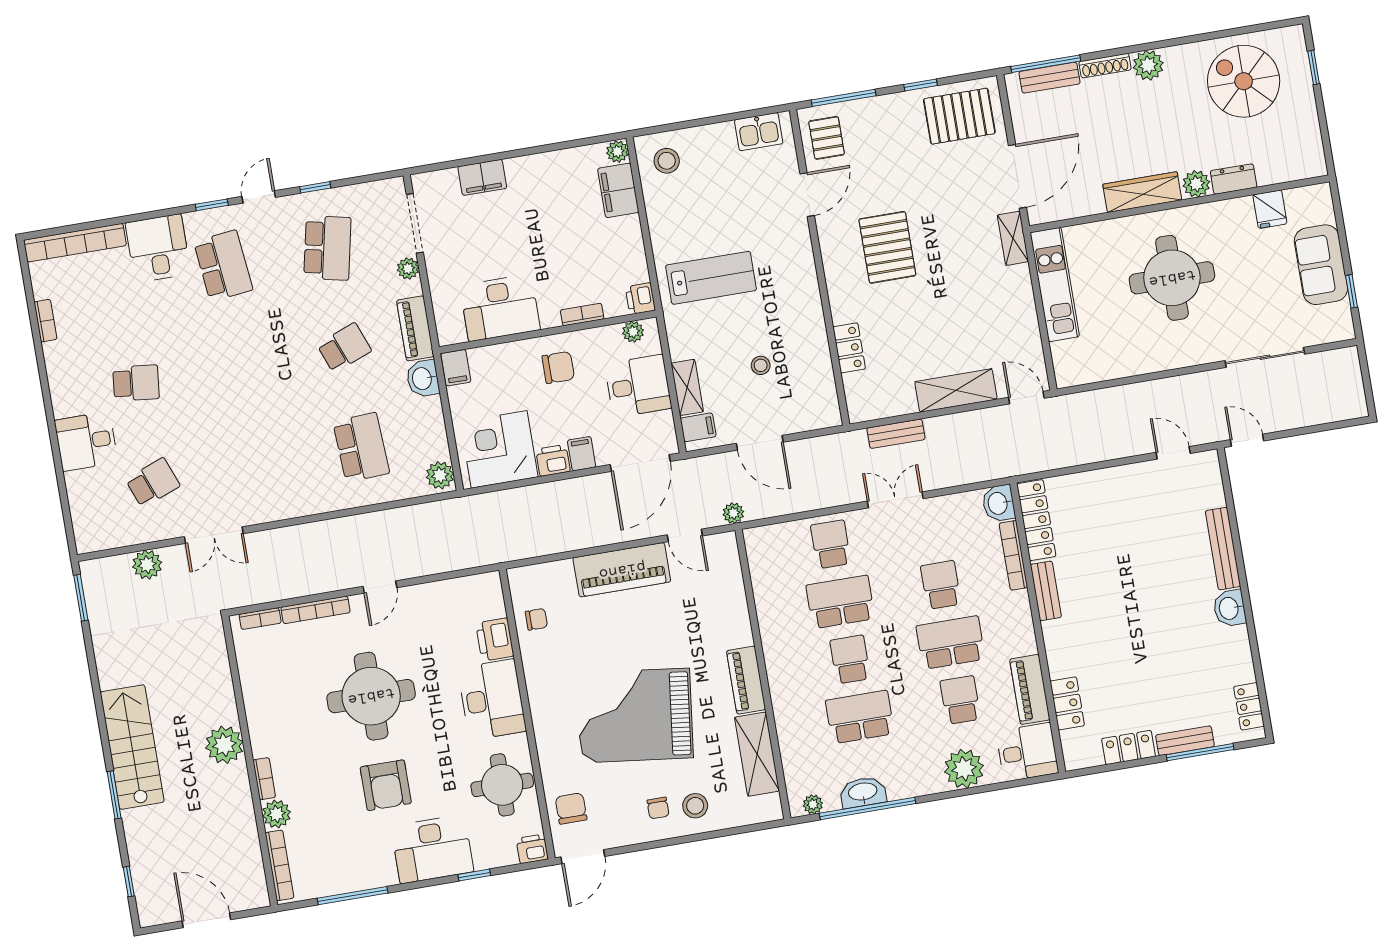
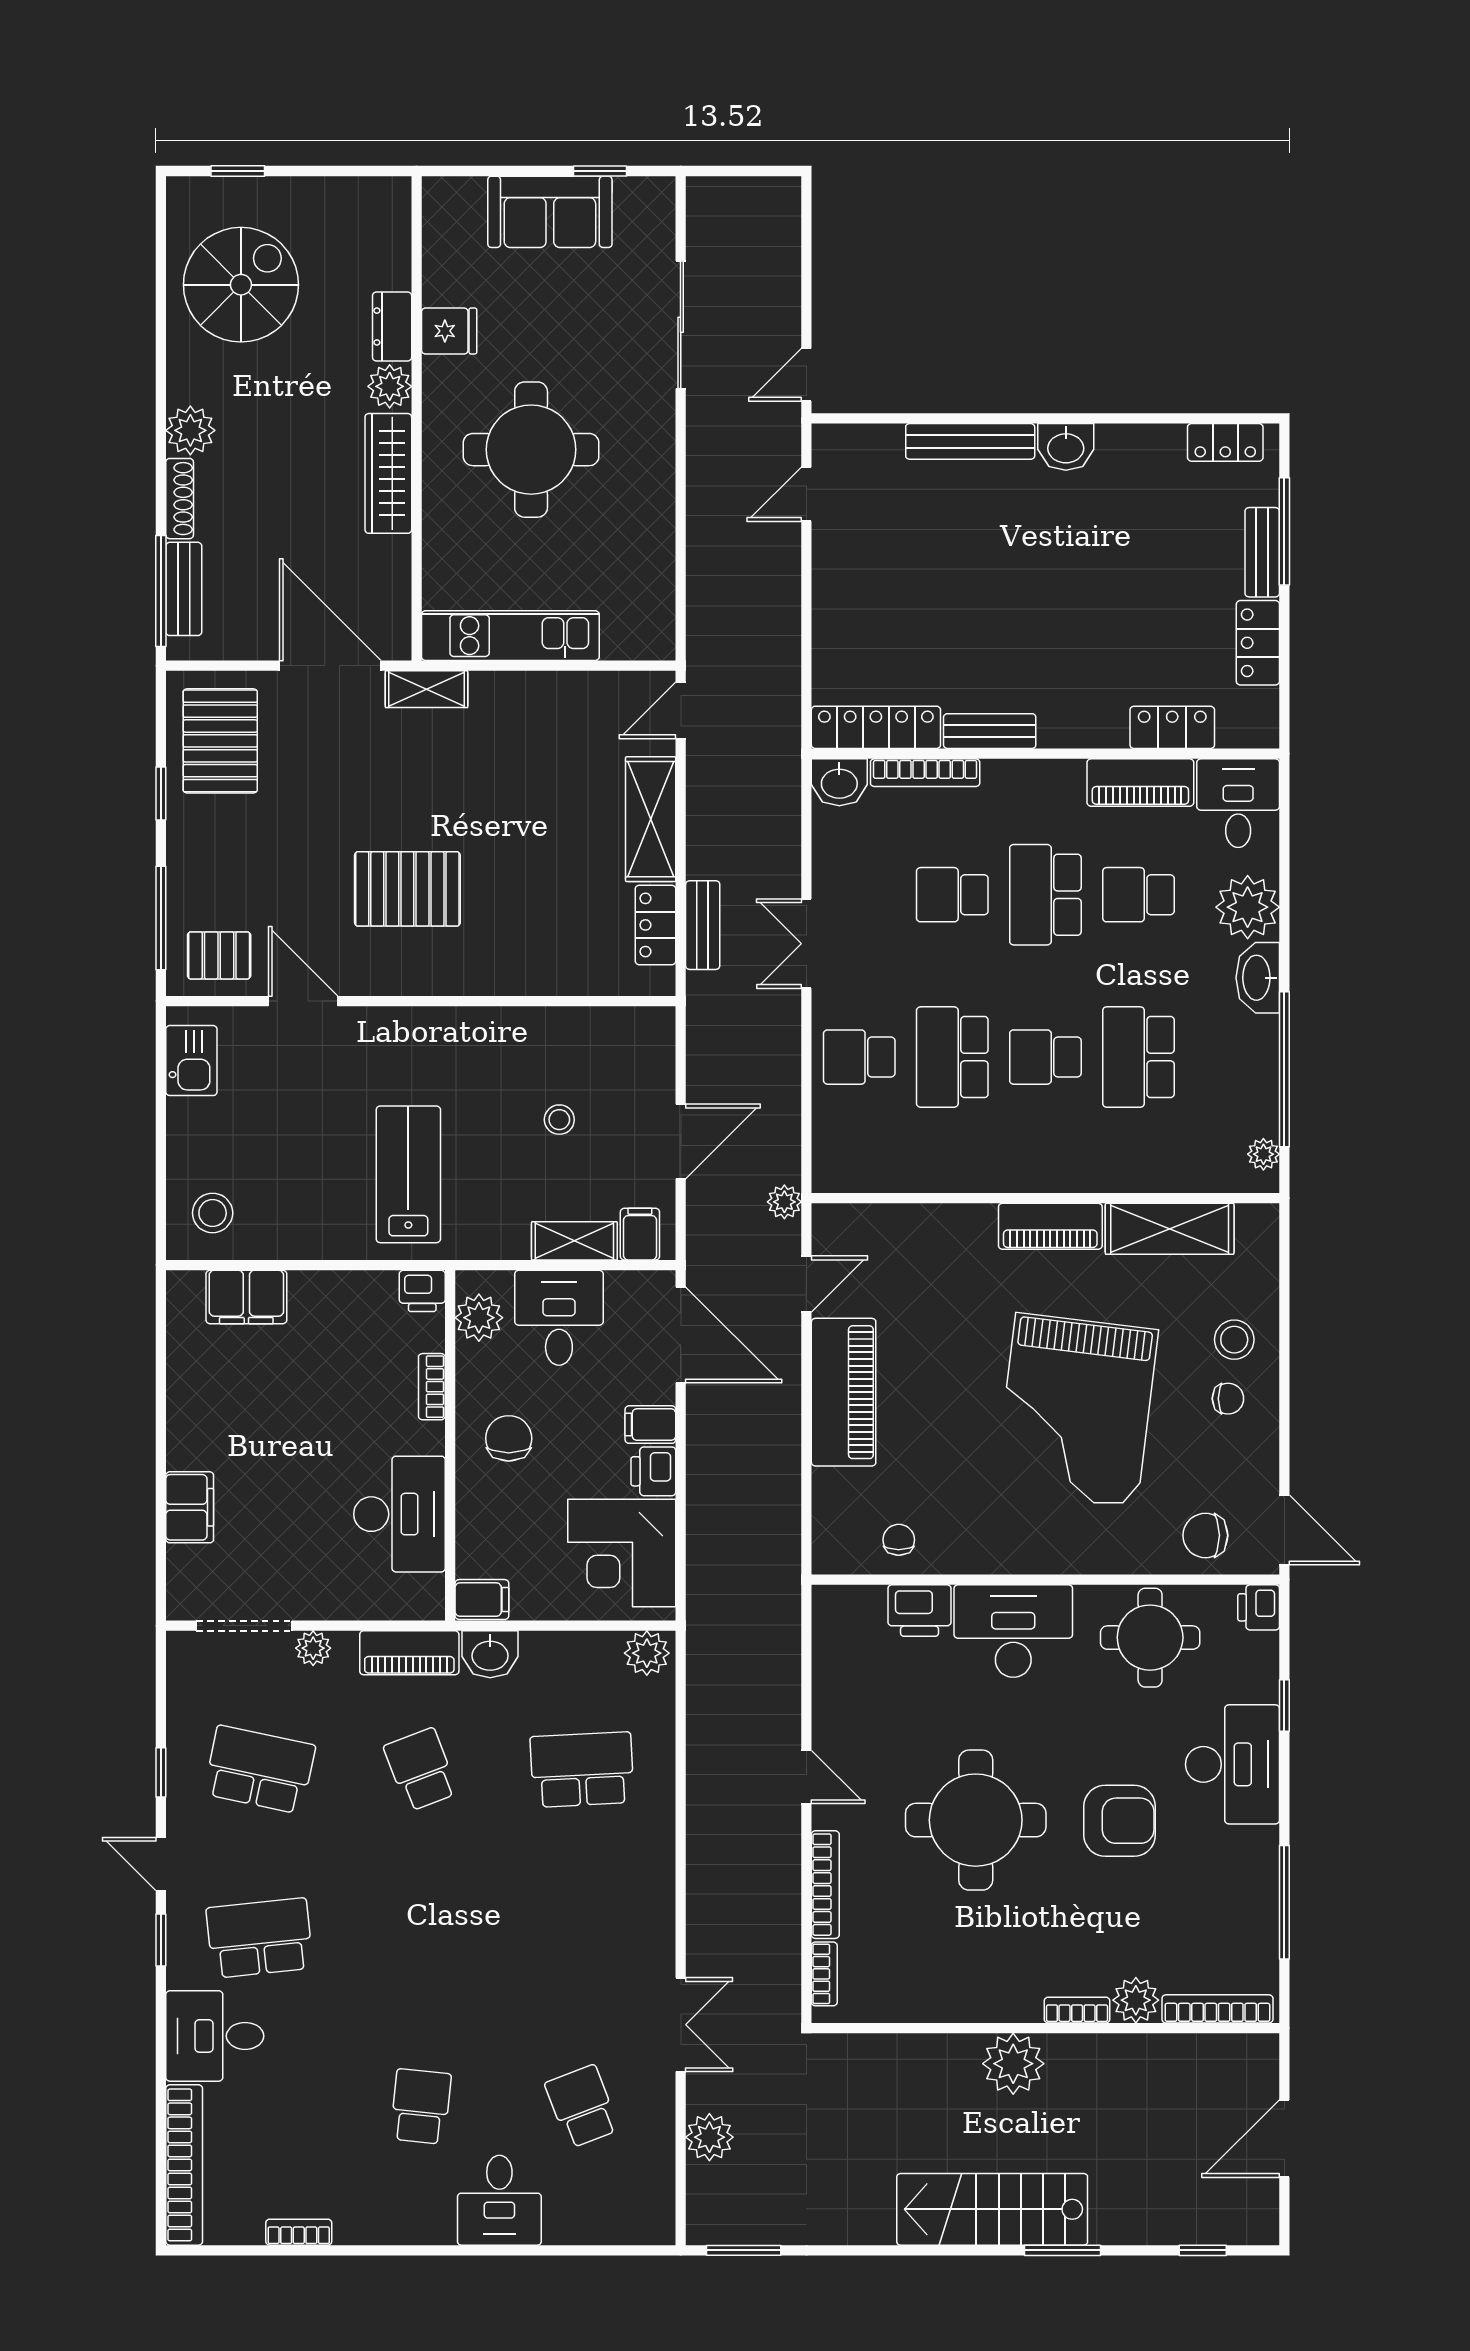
spiral stairs: (1244, 81) -> (241, 285), turned 180
plant: (617, 152) -> (185, 1288), removed
fridge: (1270, 209) -> (449, 331), moved
plant: (633, 332) -> (479, 1318), width x1.38, depth x1.38
locker: (849, 348) -> (656, 925), moved, turned -90
washbasin: (863, 792) -> (1258, 978), moved

